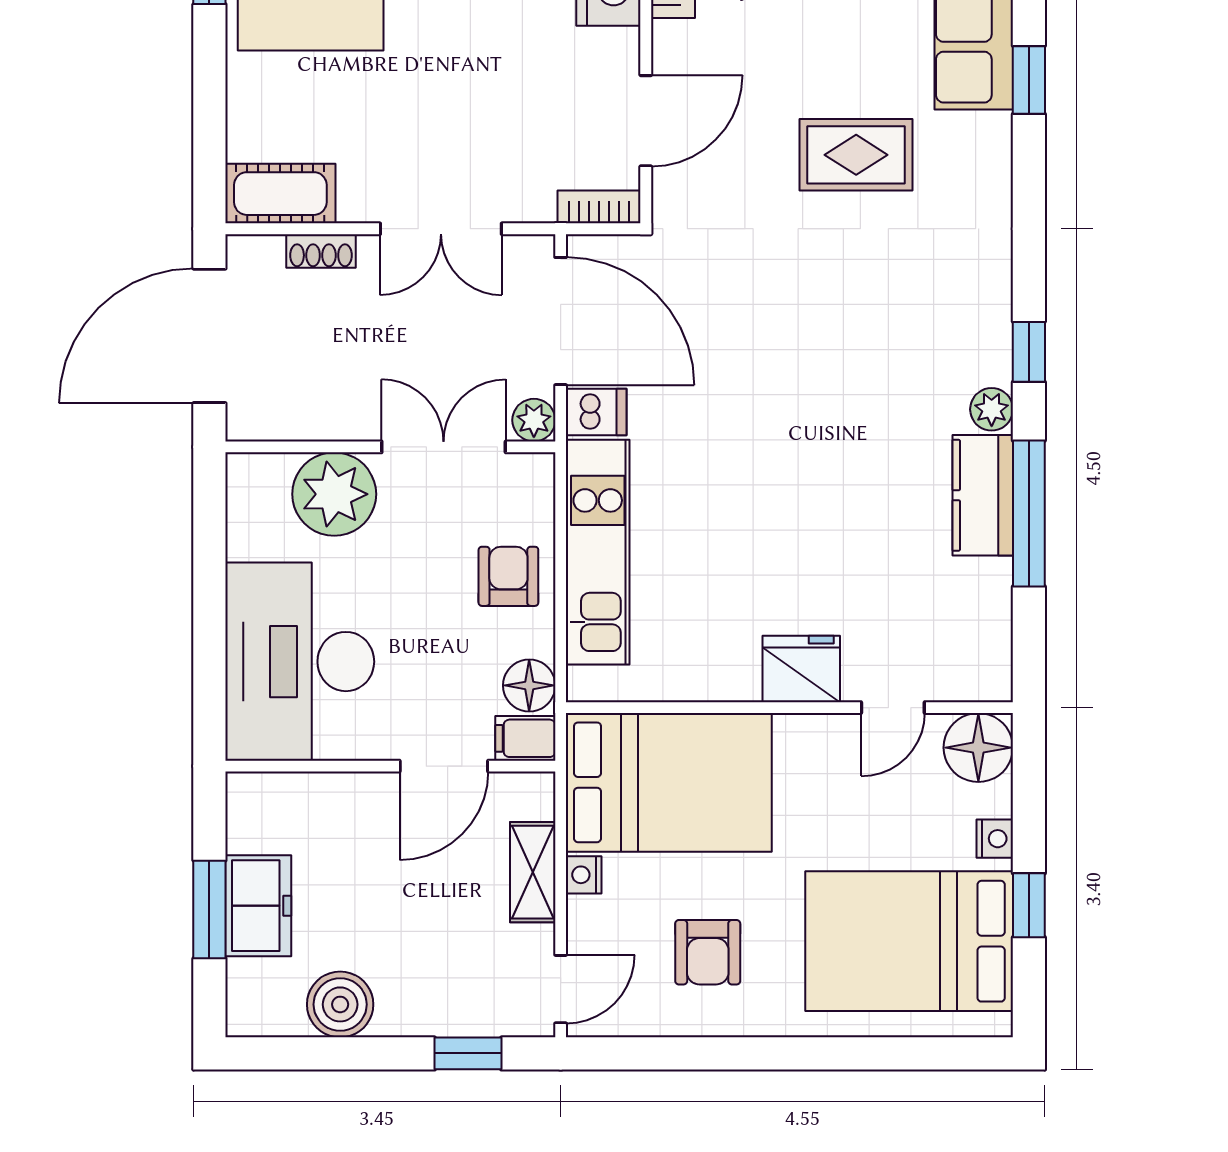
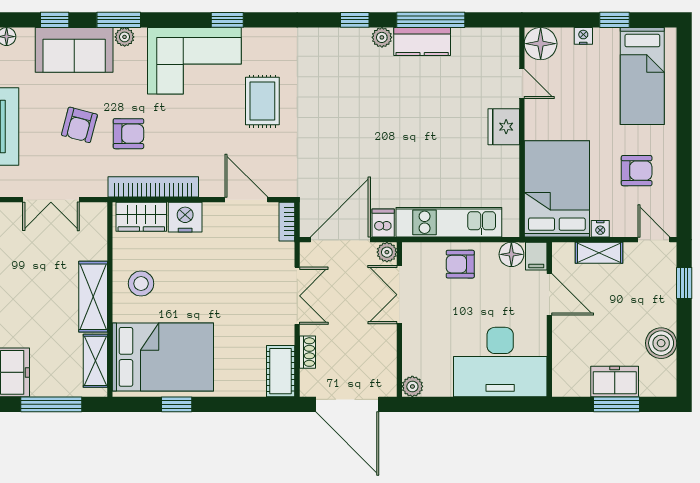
plant: (334, 494) -> (412, 386), moved, width x0.53, depth x0.53
bed: (909, 941) -> (642, 76), width x0.67

